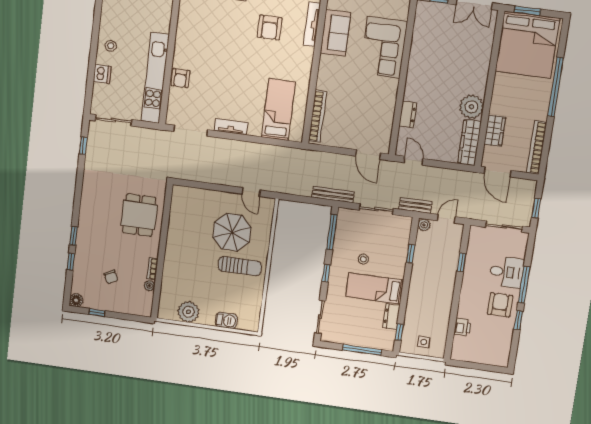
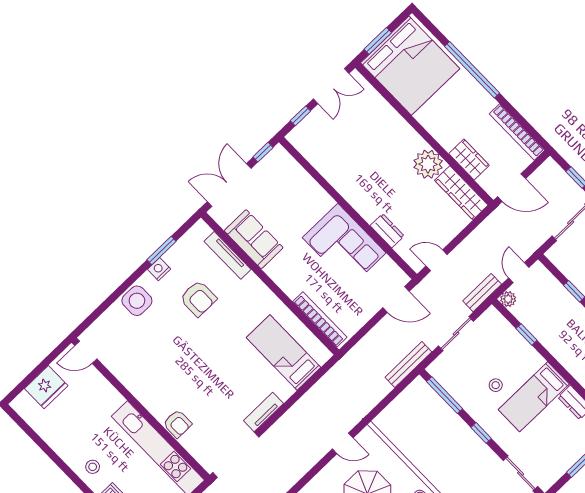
corner sofa: (384, 47) -> (344, 245), moved
doorway: (191, 131) -> (236, 455), width x1.36

